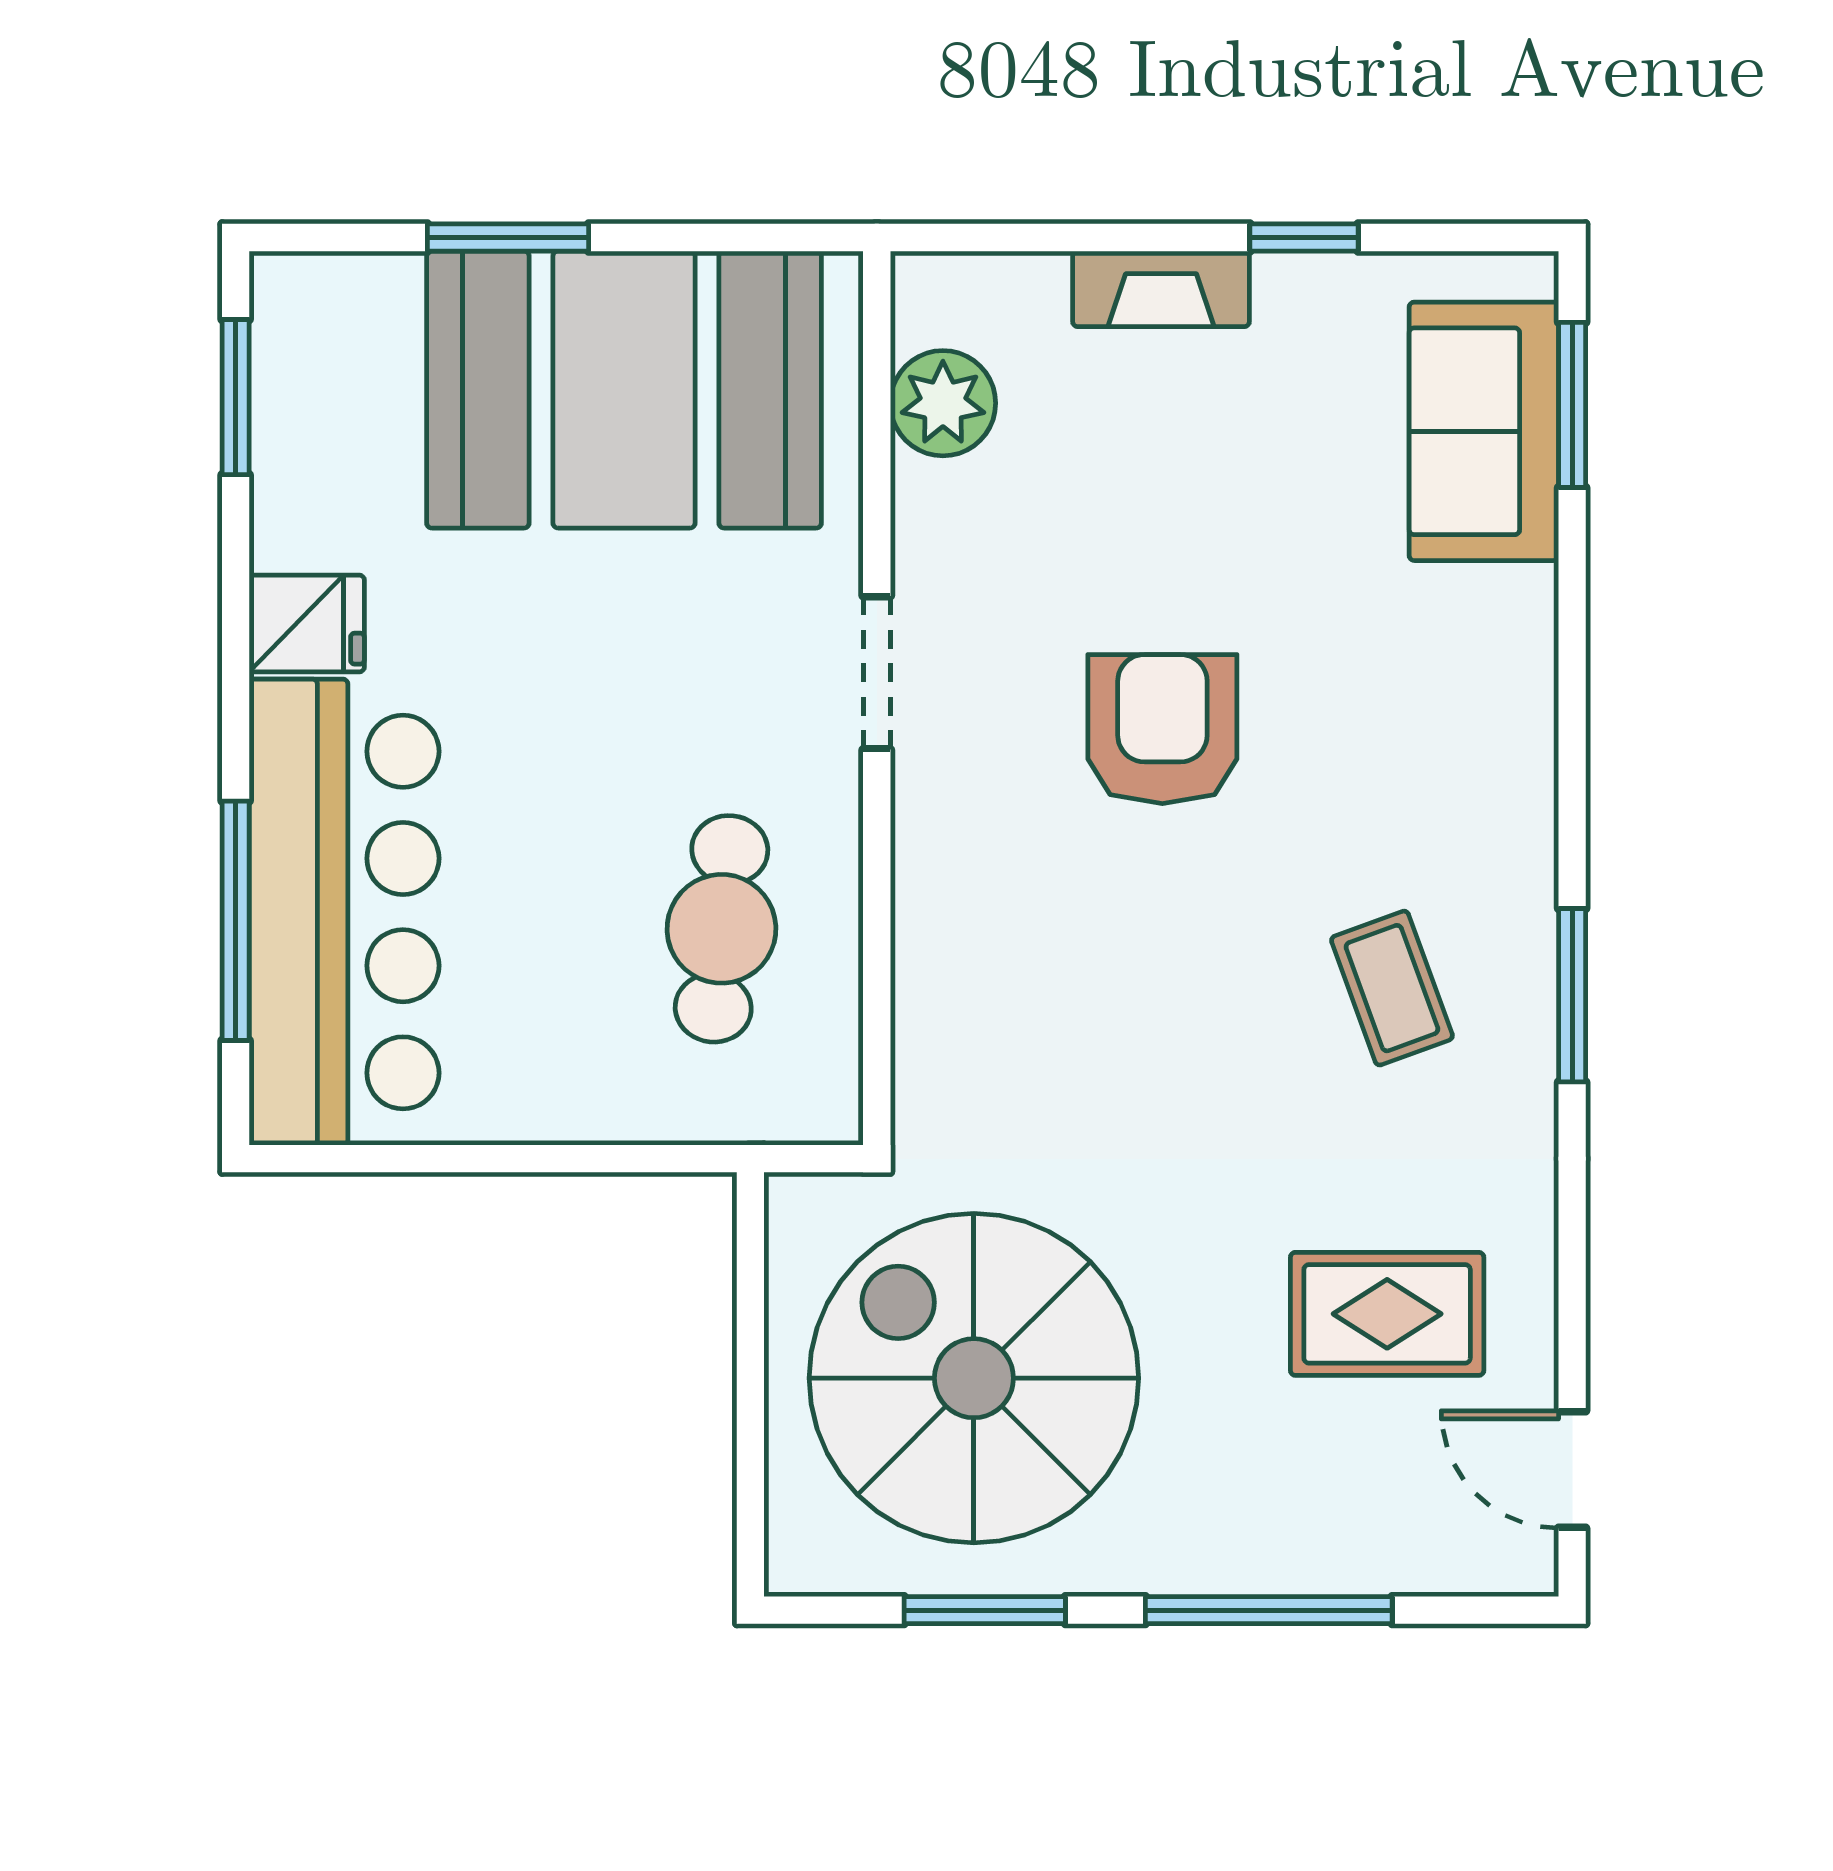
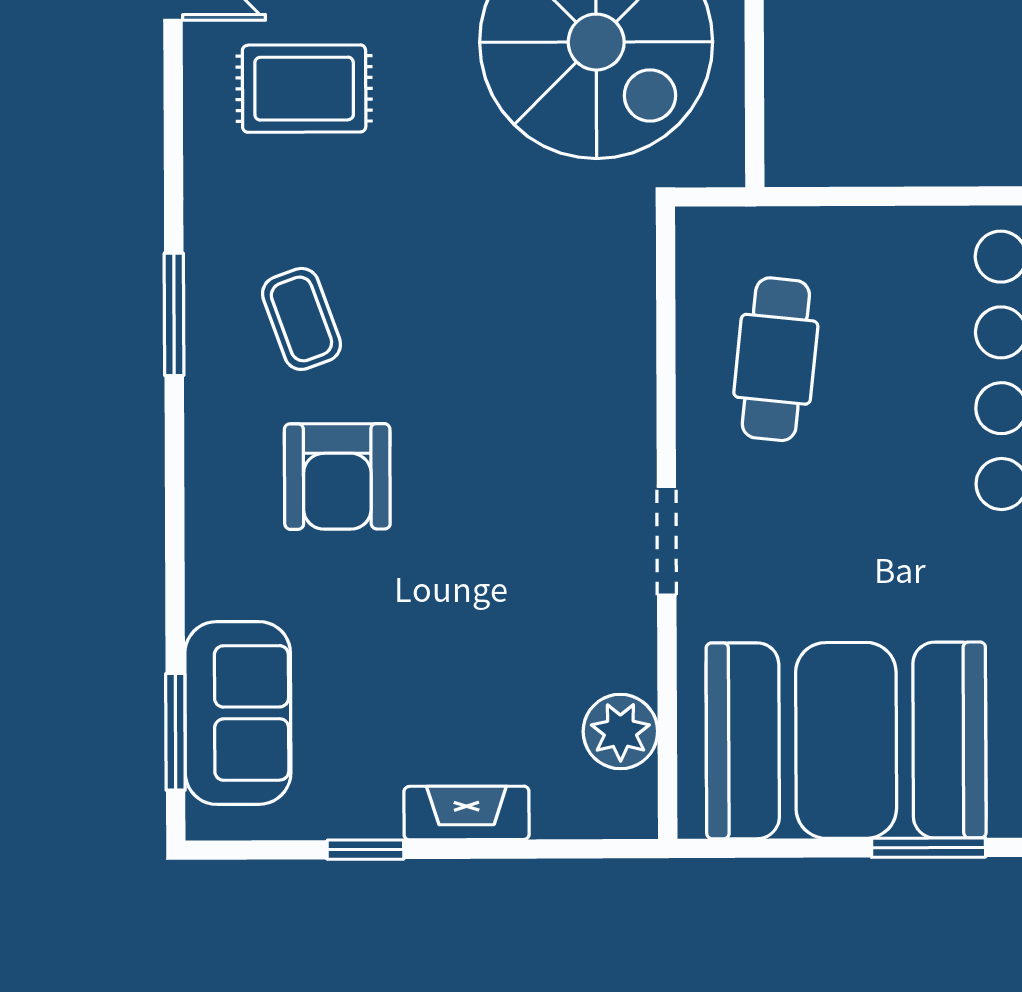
armchair: (1162, 729) -> (337, 476), moved

